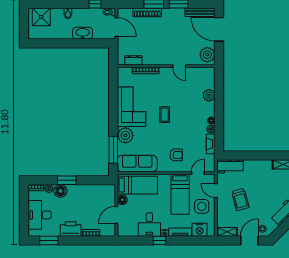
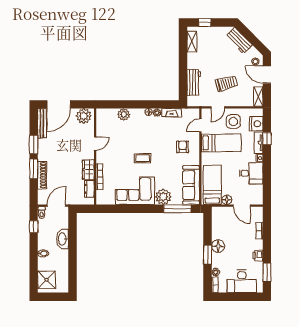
wardrobe: (153, 59) -> (88, 170), added
workbench: (230, 166) -> (194, 82), moved
door: (198, 173) -> (200, 125), hinge flipped
floor lamp: (60, 191) -> (218, 246), moved
printer: (71, 229) -> (258, 256), width x0.53, depth x0.68
window: (159, 240) -> (267, 139), moved

